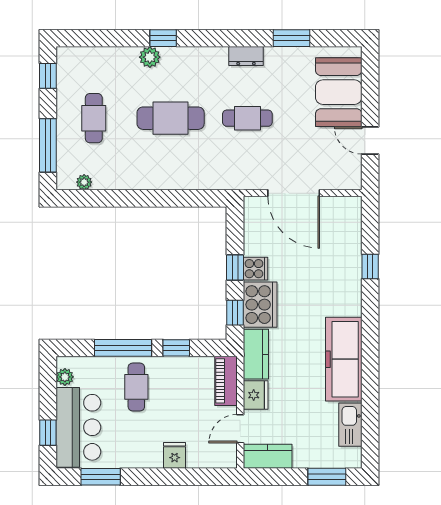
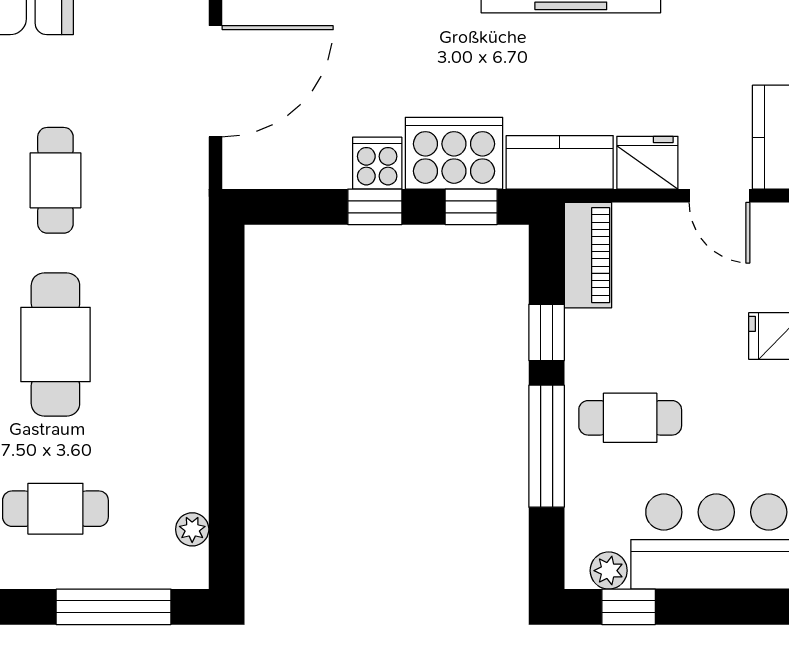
piano: (226, 381) -> (588, 255), moved, turned -90
window: (48, 433) -> (629, 607), moved

